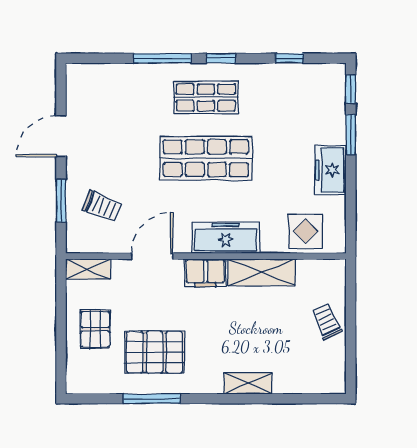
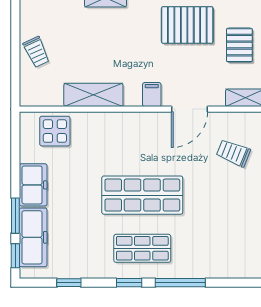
freezer: (226, 238) -> (33, 237), moved, turned -90
filing cabinet: (205, 273) -> (152, 95), width x0.50

